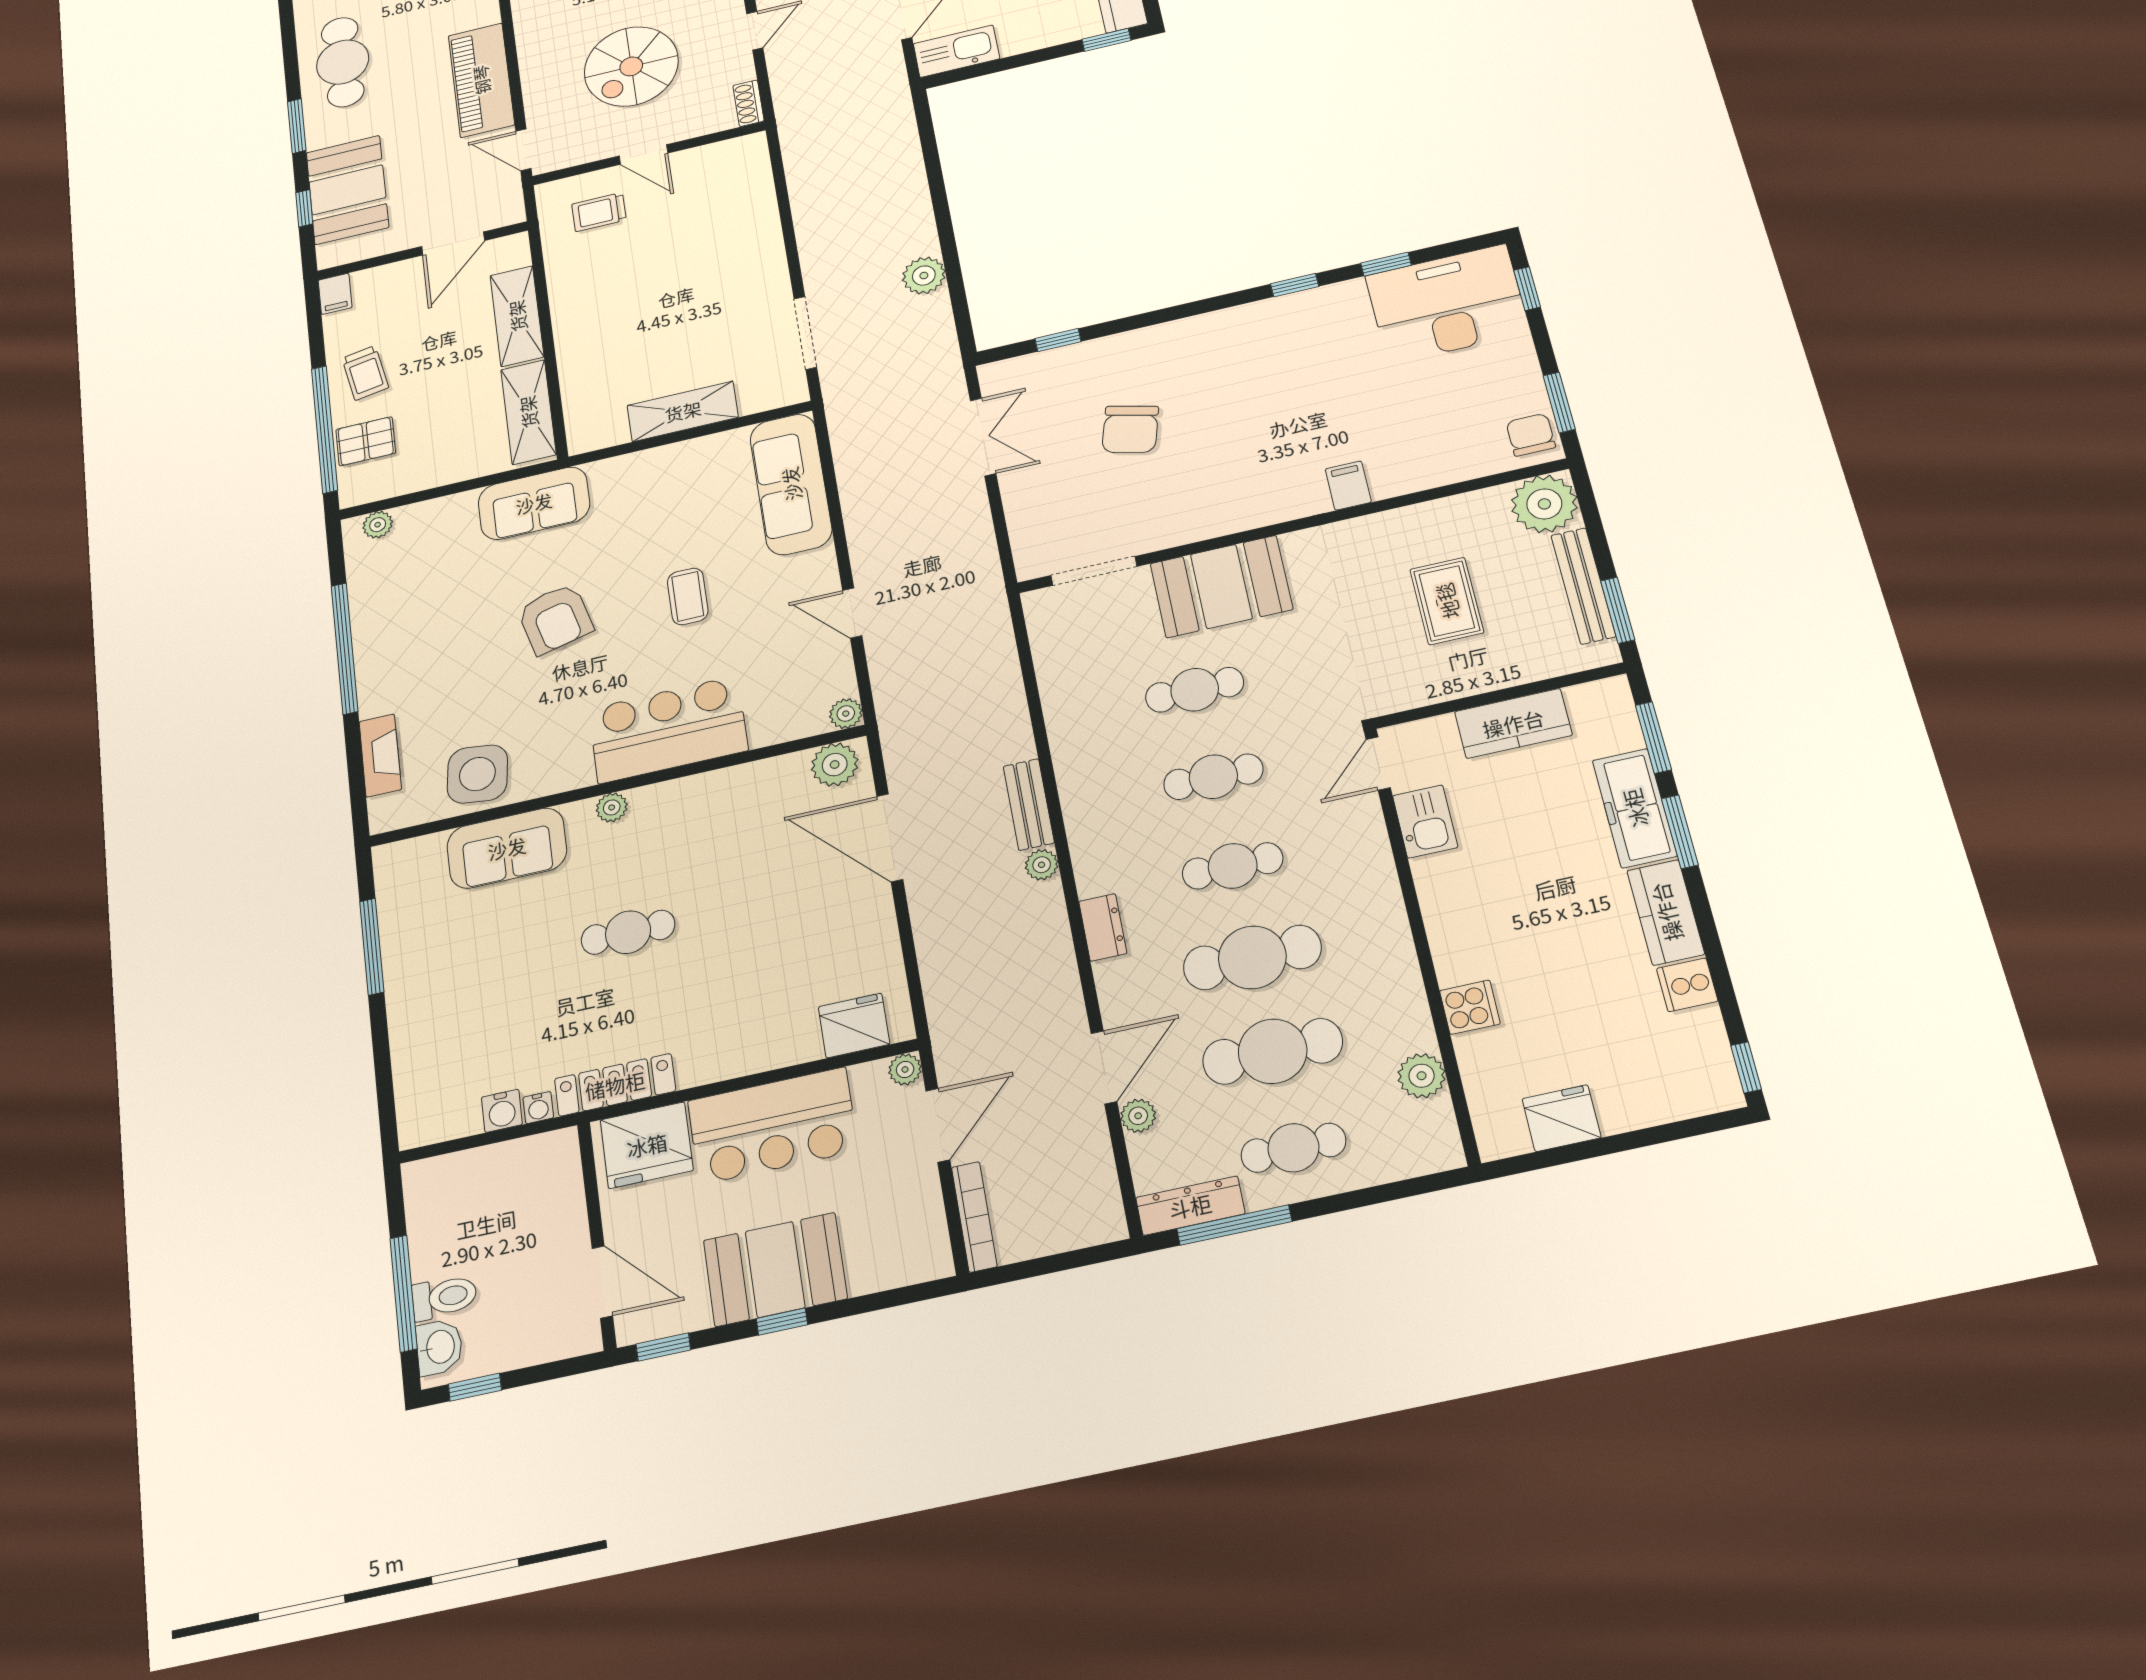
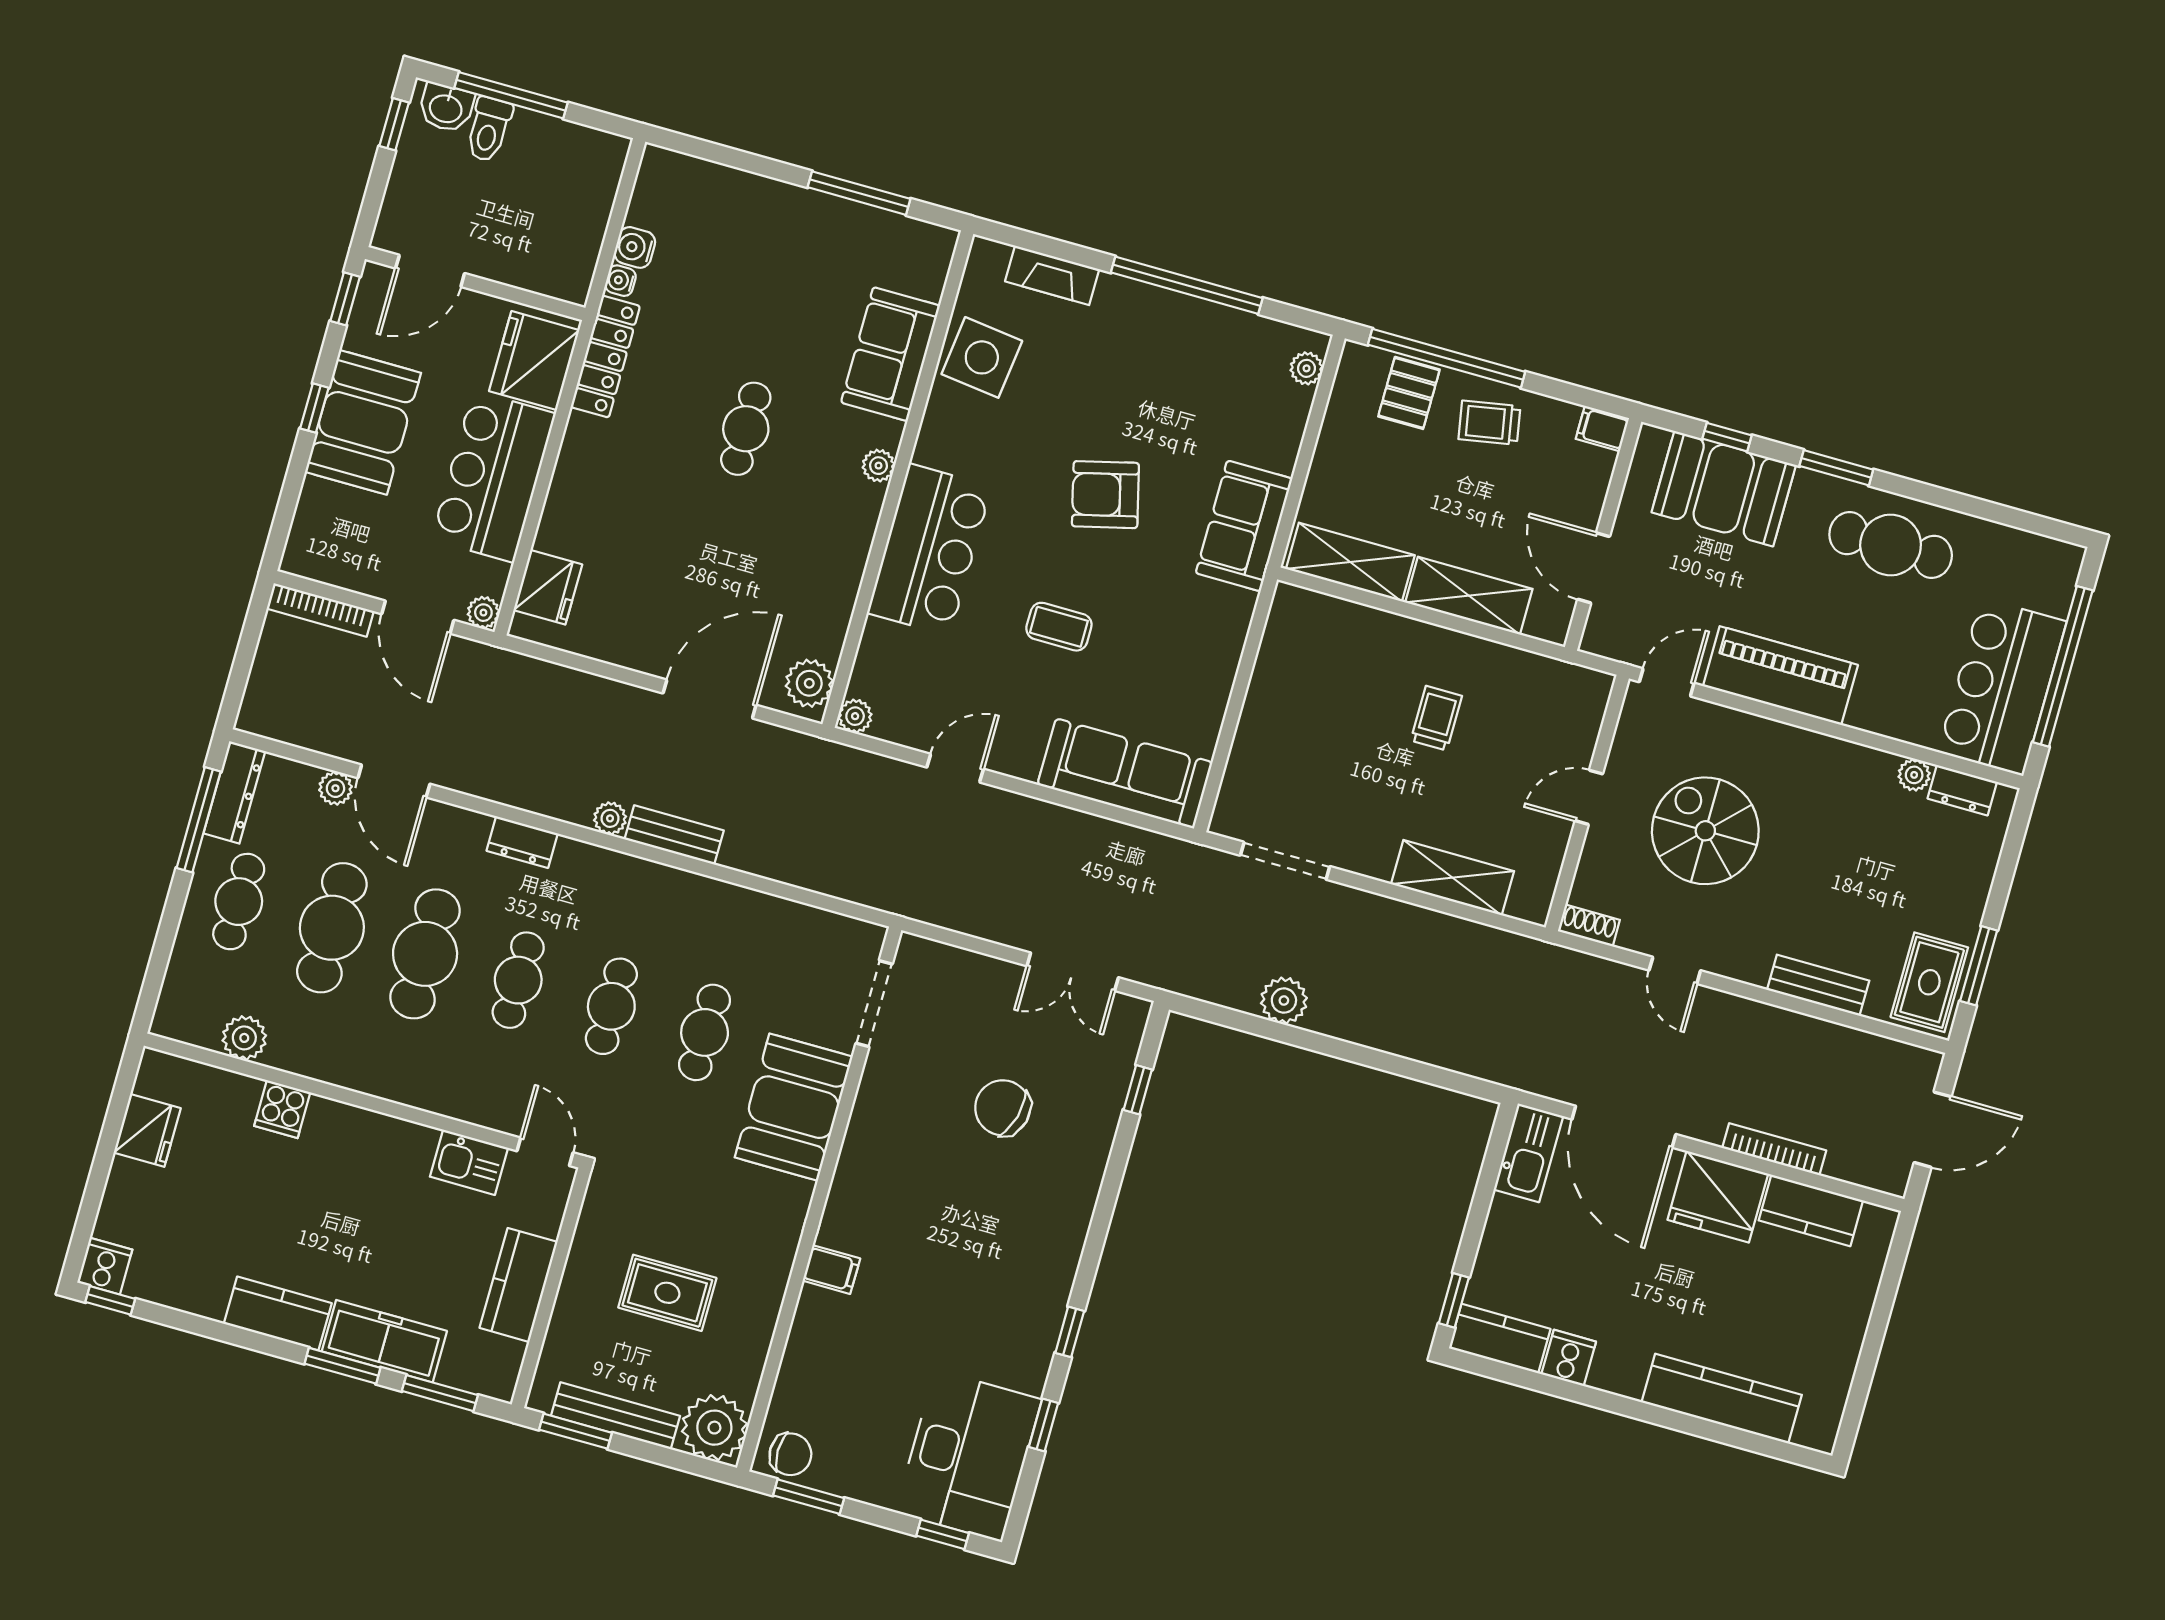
trolley: (599, 212) -> (1436, 718), moved
shelving: (683, 411) -> (1453, 878), moved, turned 90
cooker: (1687, 985) -> (105, 1266), moved

